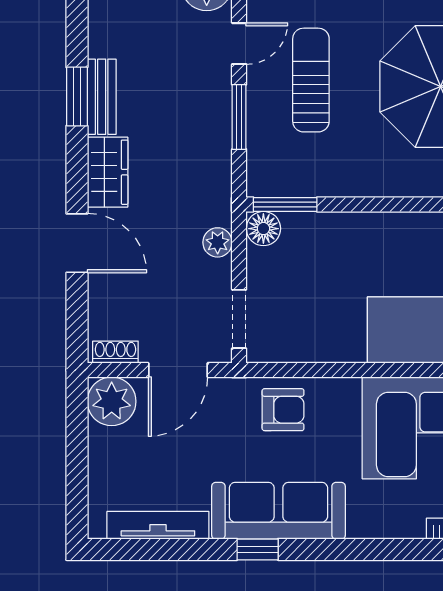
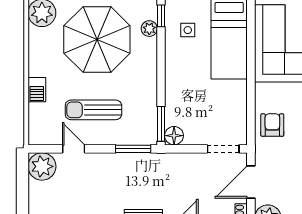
window: (239, 117) -> (133, 149), moved
plant: (218, 242) -> (182, 161), removed
door: (178, 370) -> (251, 182), swing flipped

